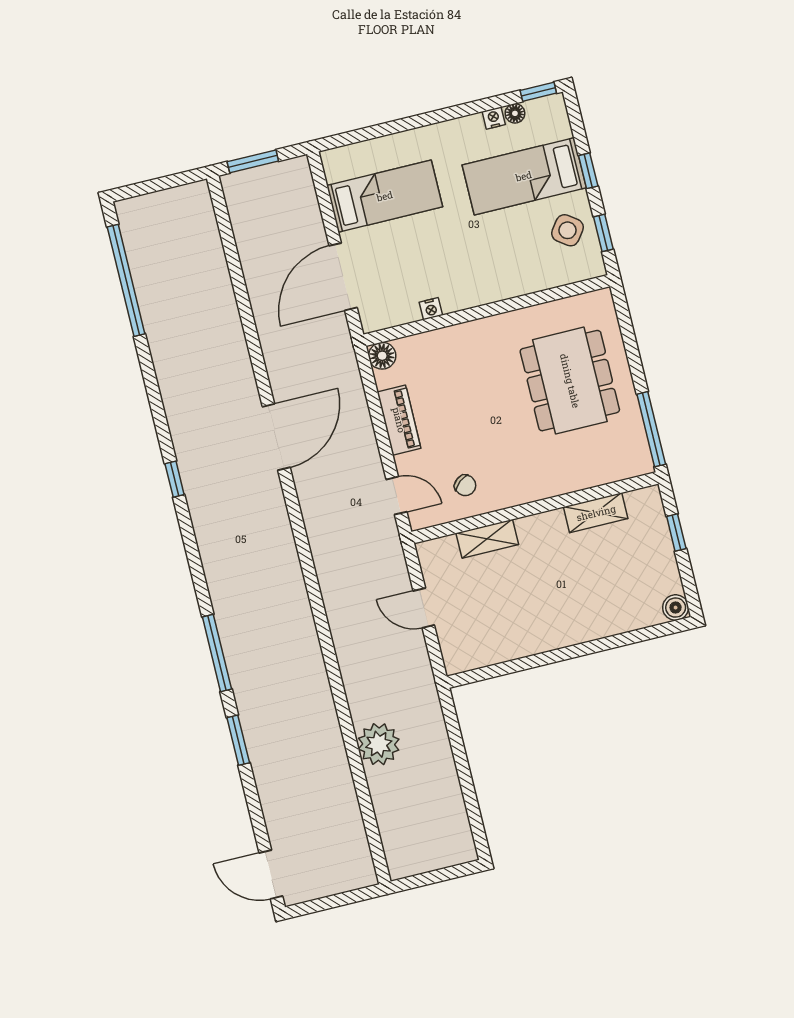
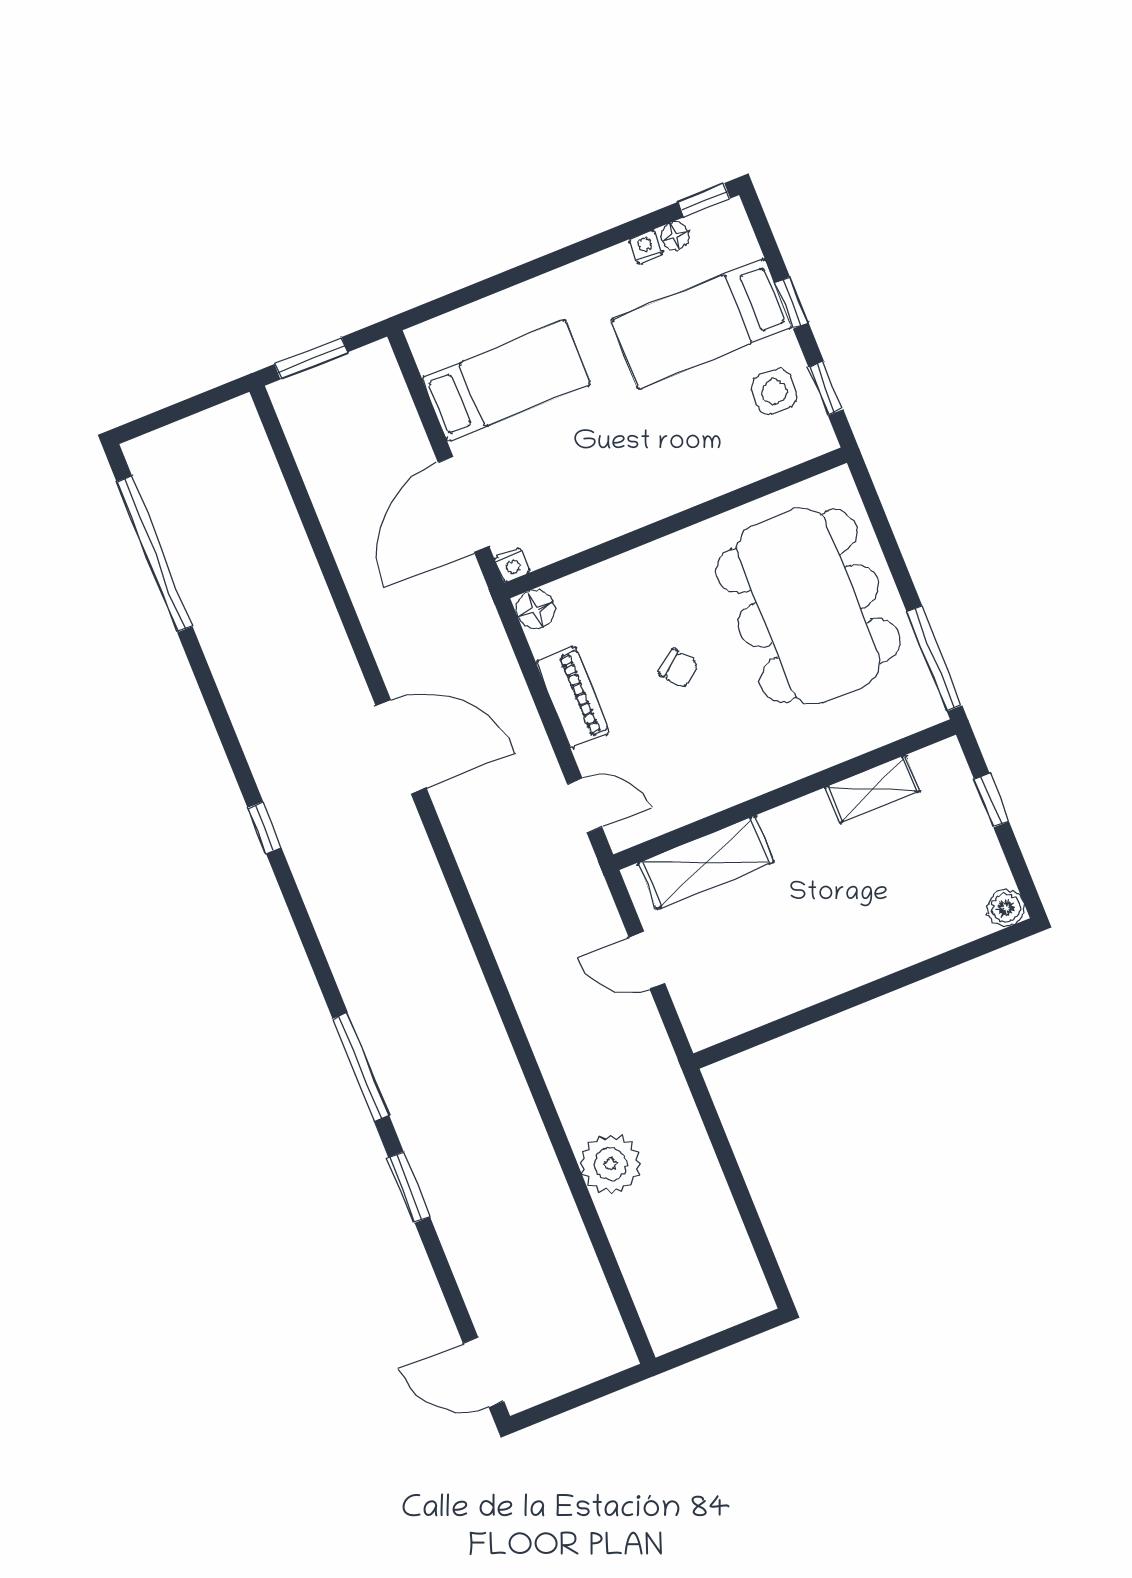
side table: (568, 230) -> (774, 392), turned -33
nightstand: (431, 309) -> (512, 565), moved
dining table: (570, 381) -> (808, 606), width x1.36, depth x1.24
door: (276, 437) -> (401, 747), hinge flipped
chair: (465, 485) -> (679, 668), moved
shelving: (487, 539) -> (706, 862), width x1.50, depth x1.33

